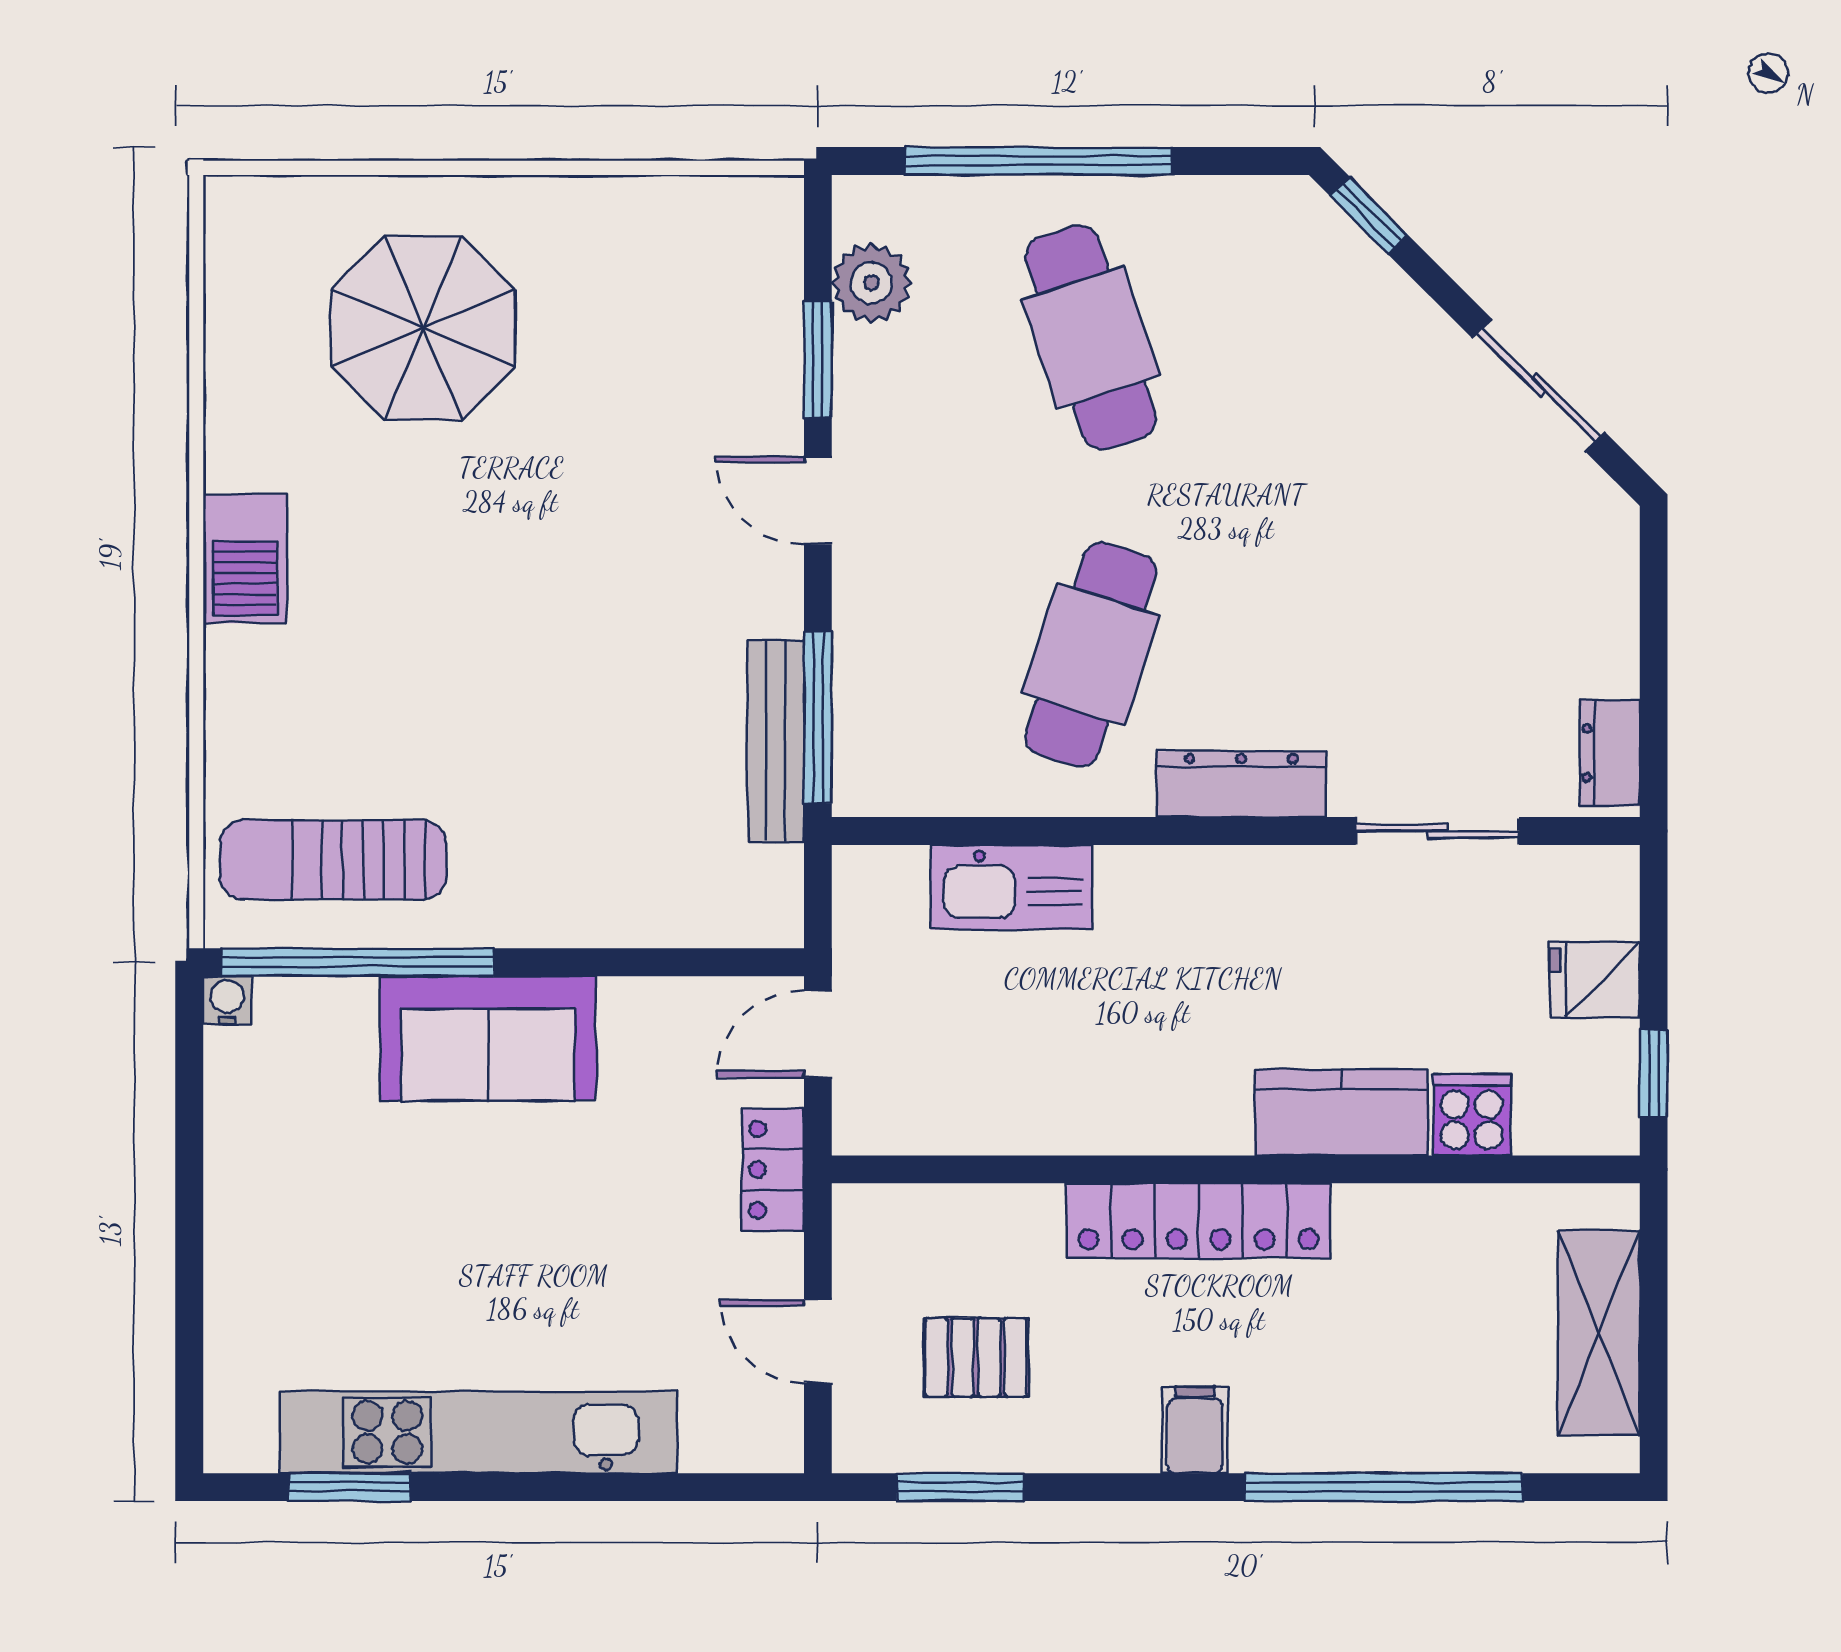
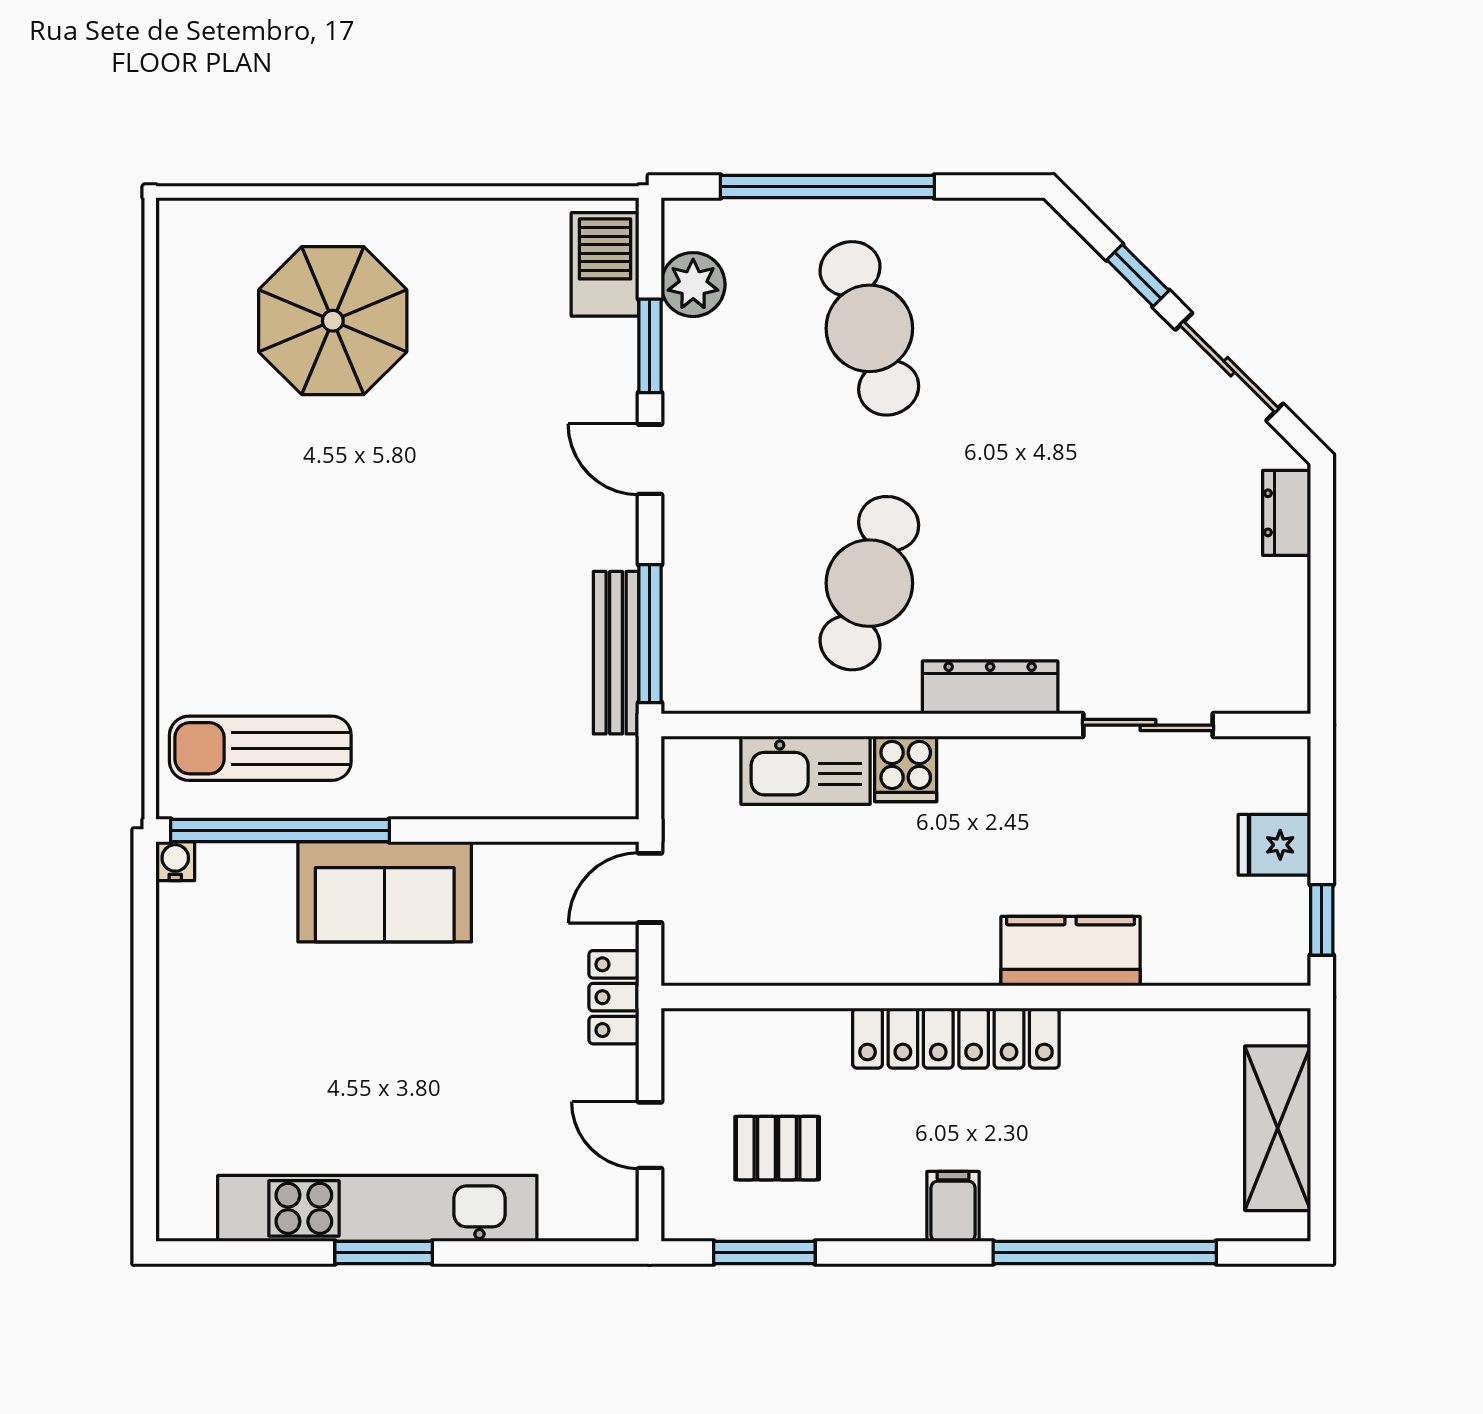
window: (1369, 216) -> (1138, 275), moved
barbecue: (245, 559) -> (605, 264), moved, turned 180
dresser: (1610, 753) -> (1287, 513), moved
cooker: (1472, 1115) -> (906, 769), moved, turned 180
window: (350, 1487) -> (384, 1252), moved

